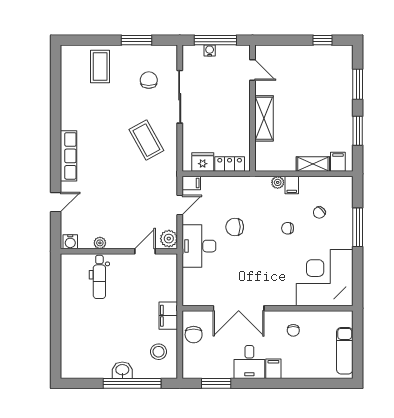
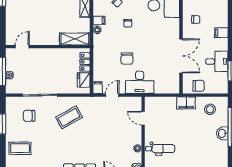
shelving: (264, 118) -> (75, 39), moved
door: (180, 205) -> (112, 95), hinge flipped
plant: (169, 239) -> (135, 102), removed
desk: (249, 362) -> (217, 61), moved

